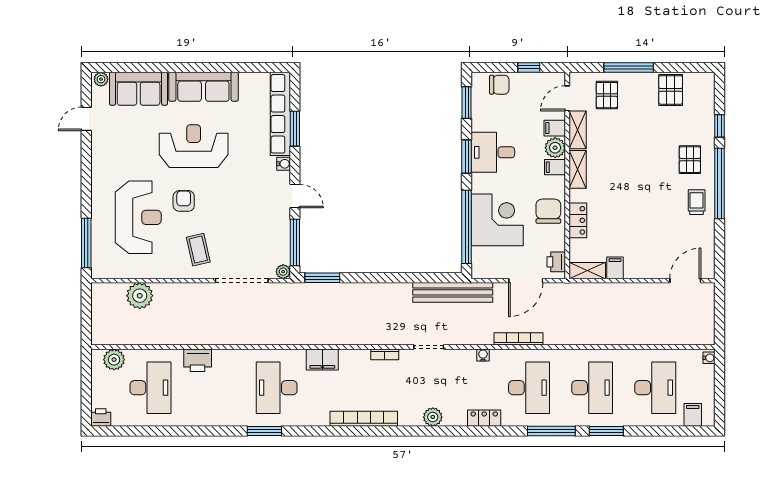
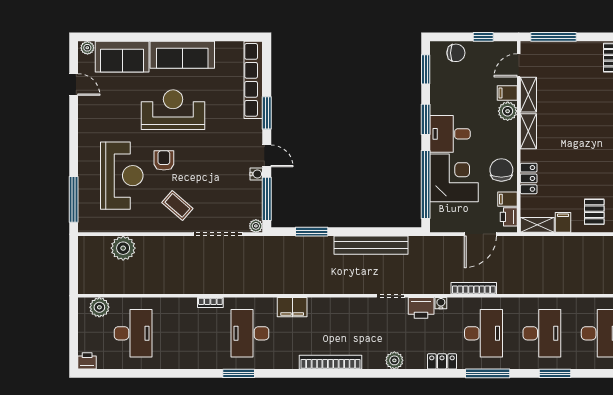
window: (629, 67) -> (554, 37), moved
pallet: (607, 95) -> (594, 212), moved
door: (86, 119) -> (74, 85), swing flipped
window: (295, 129) -> (267, 113), moved
desk: (493, 152) -> (450, 134), moved
water cooler: (284, 164) -> (256, 174), moved
filing cabinet: (555, 167) -> (508, 199), moved
coffee table: (198, 250) -> (177, 205), turned -36
window: (322, 278) -> (312, 232), moved
bench: (453, 292) -> (371, 245), moved
bookcase: (385, 354) -> (210, 303), moved
printer: (198, 360) -> (421, 308), moved
window: (551, 431) -> (488, 373), moved

